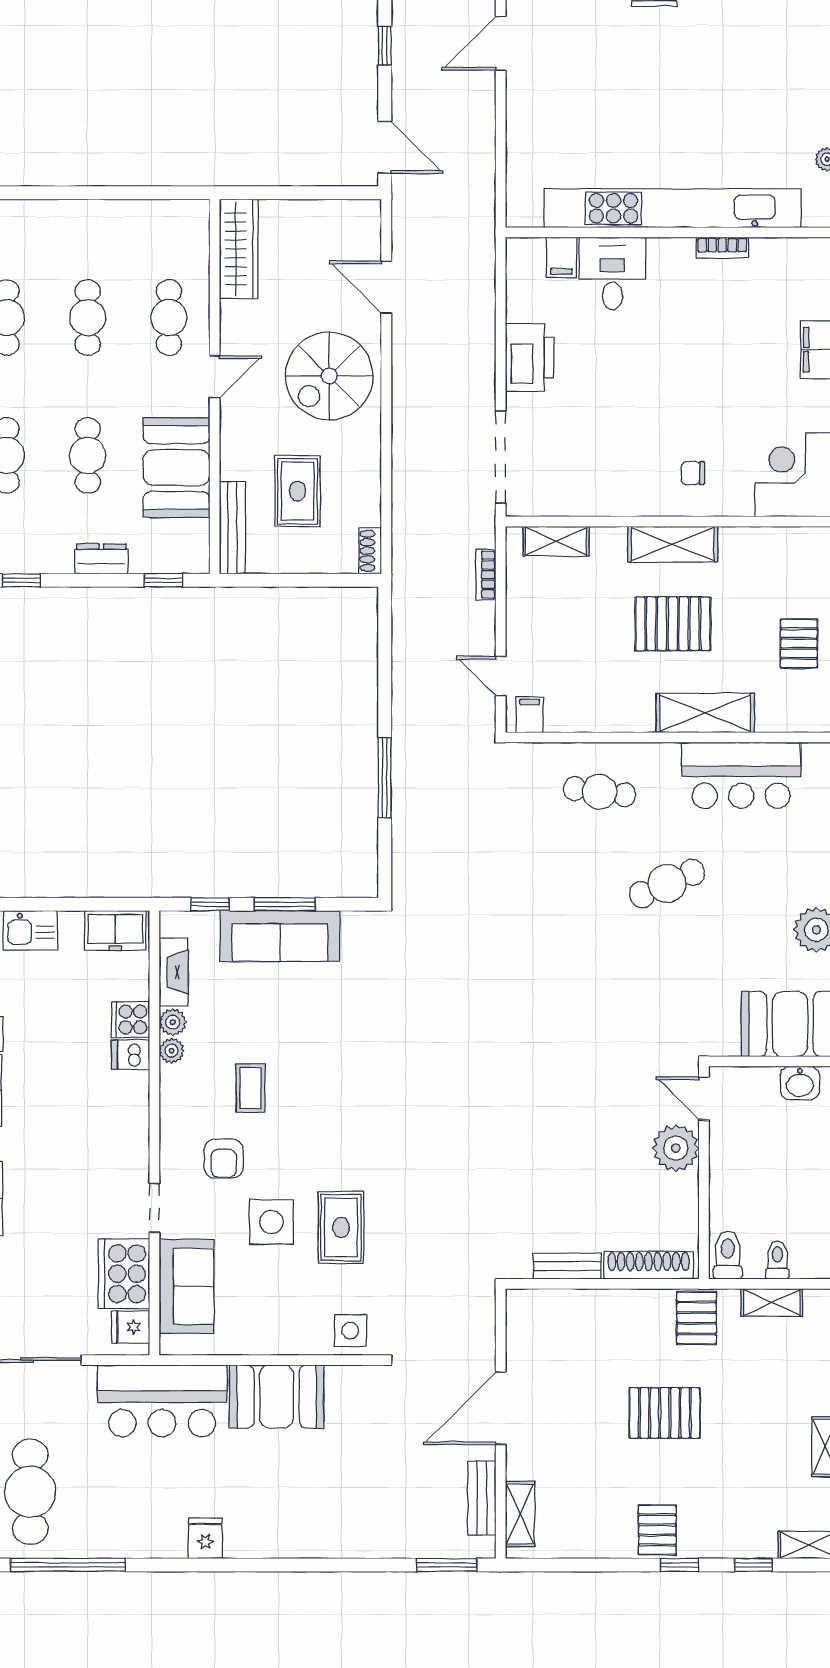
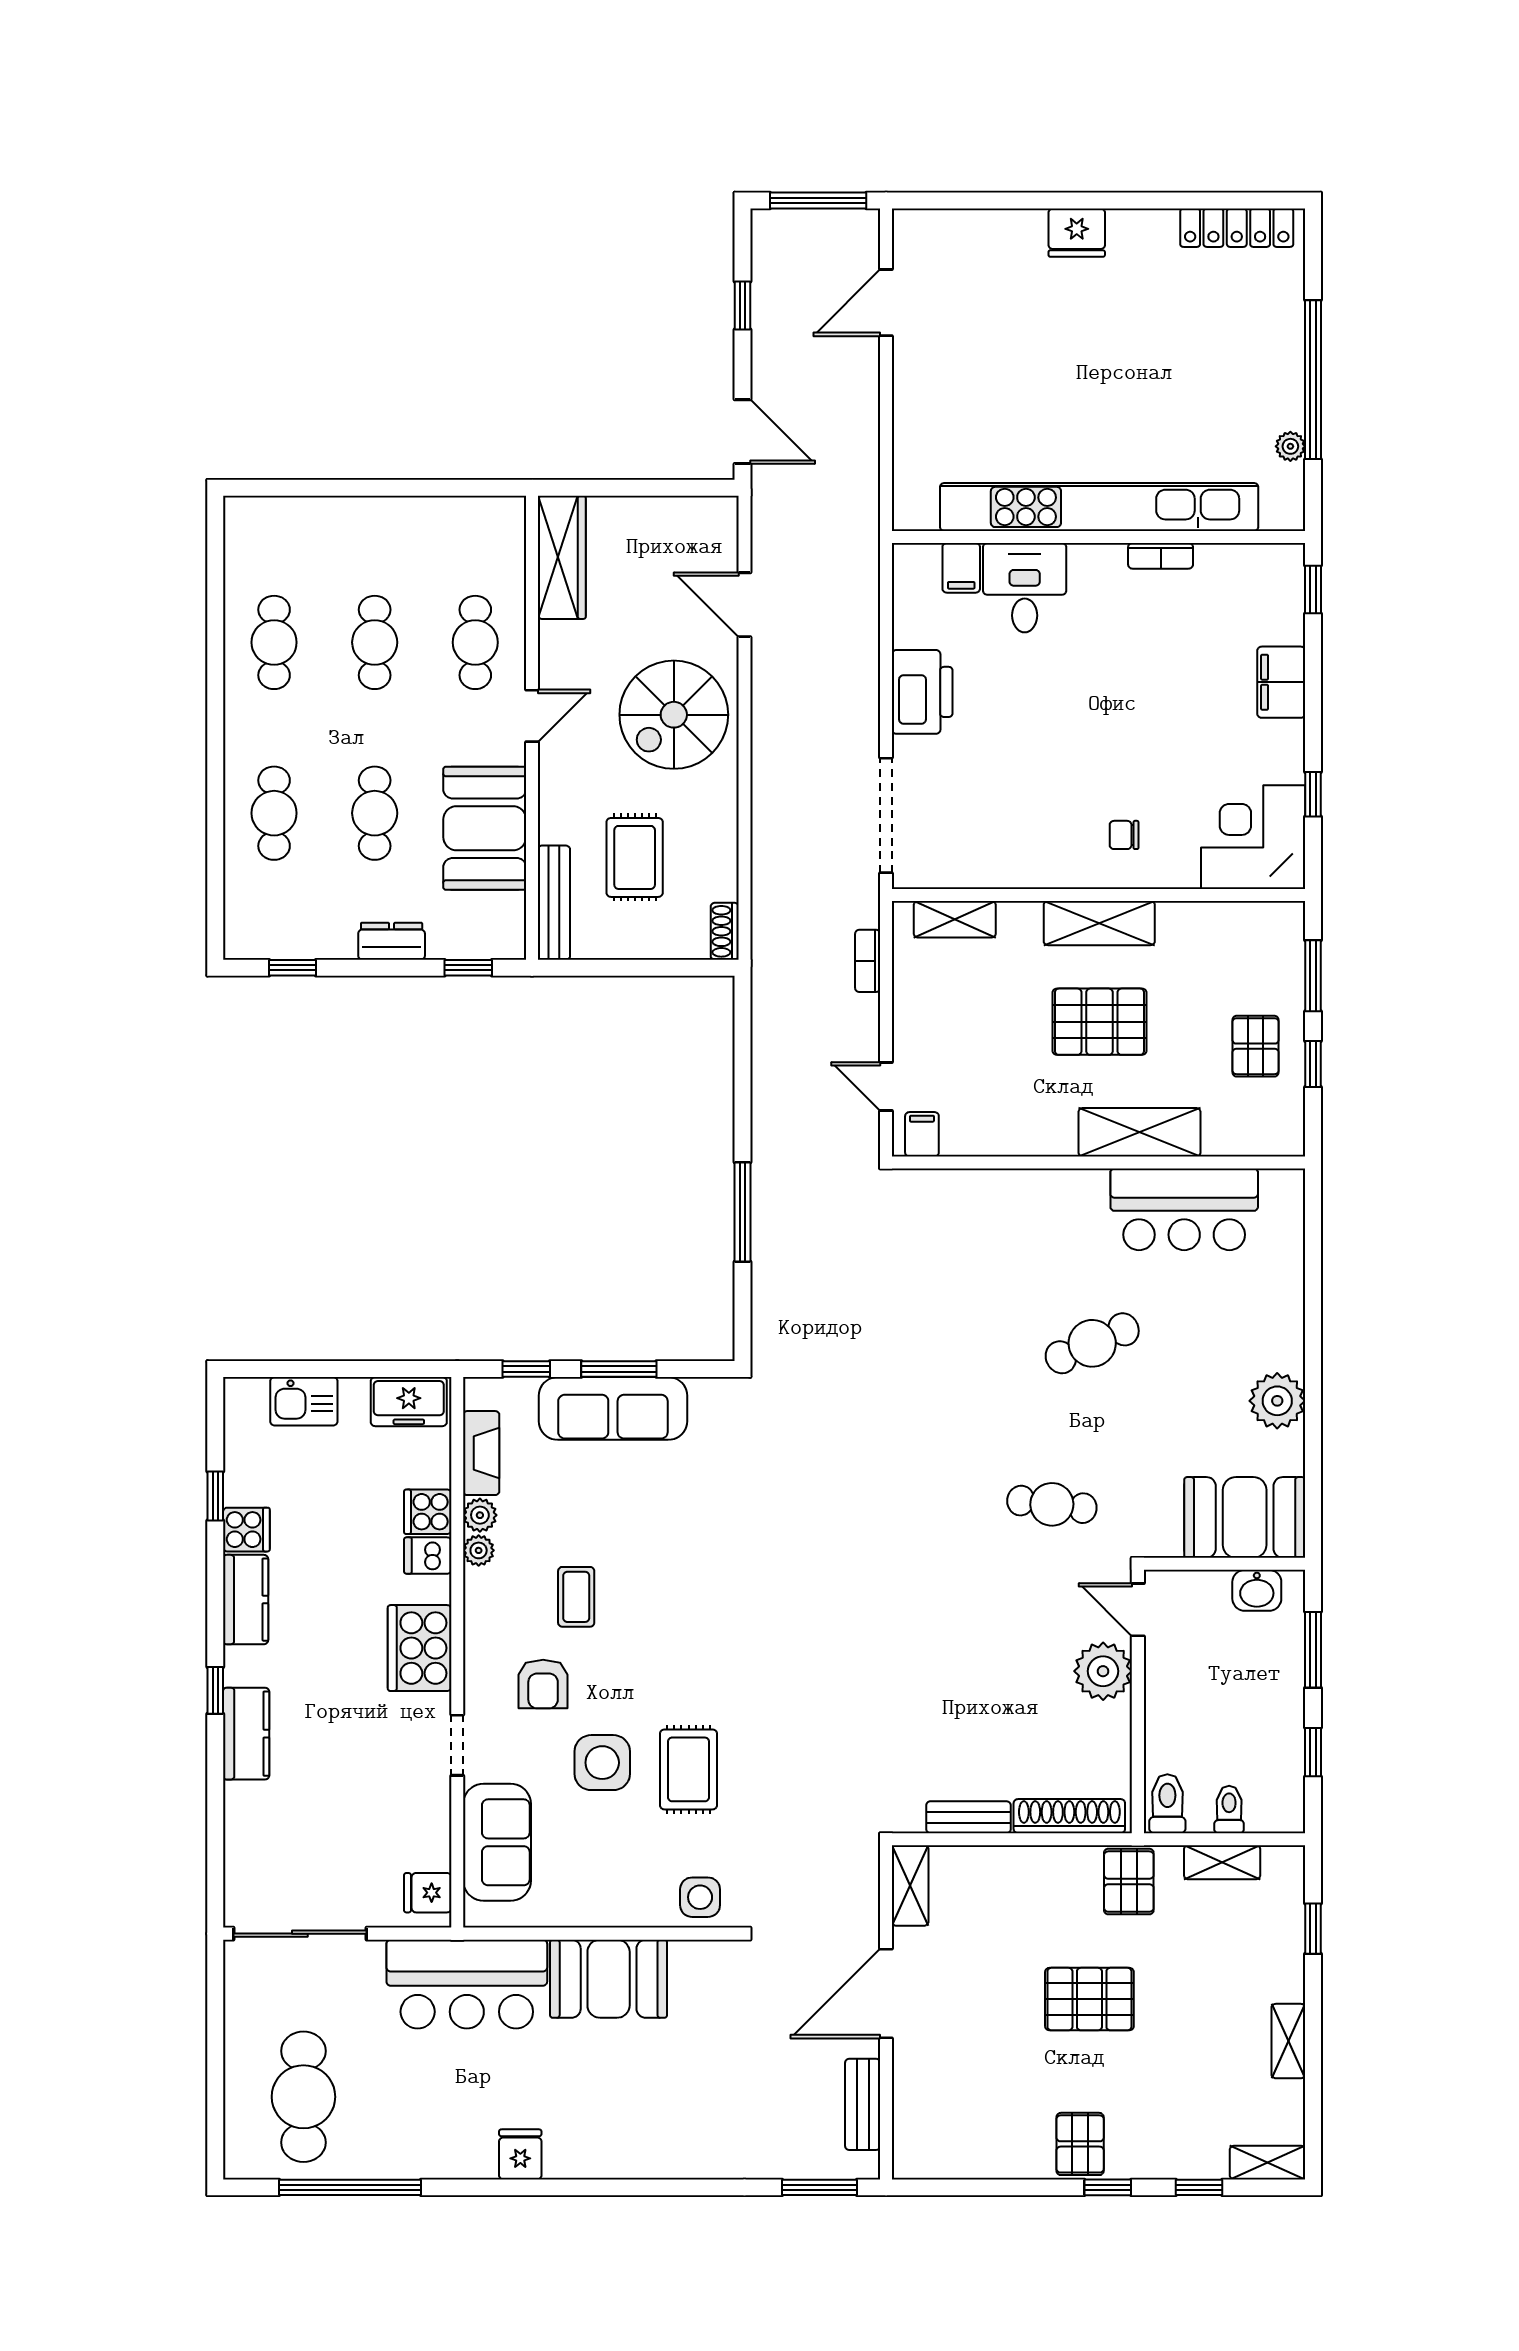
cafe table: (600, 792) -> (1052, 1504), moved
cooker: (124, 1274) -> (420, 1648), moved
shelving: (520, 1514) -> (910, 1885), moved

